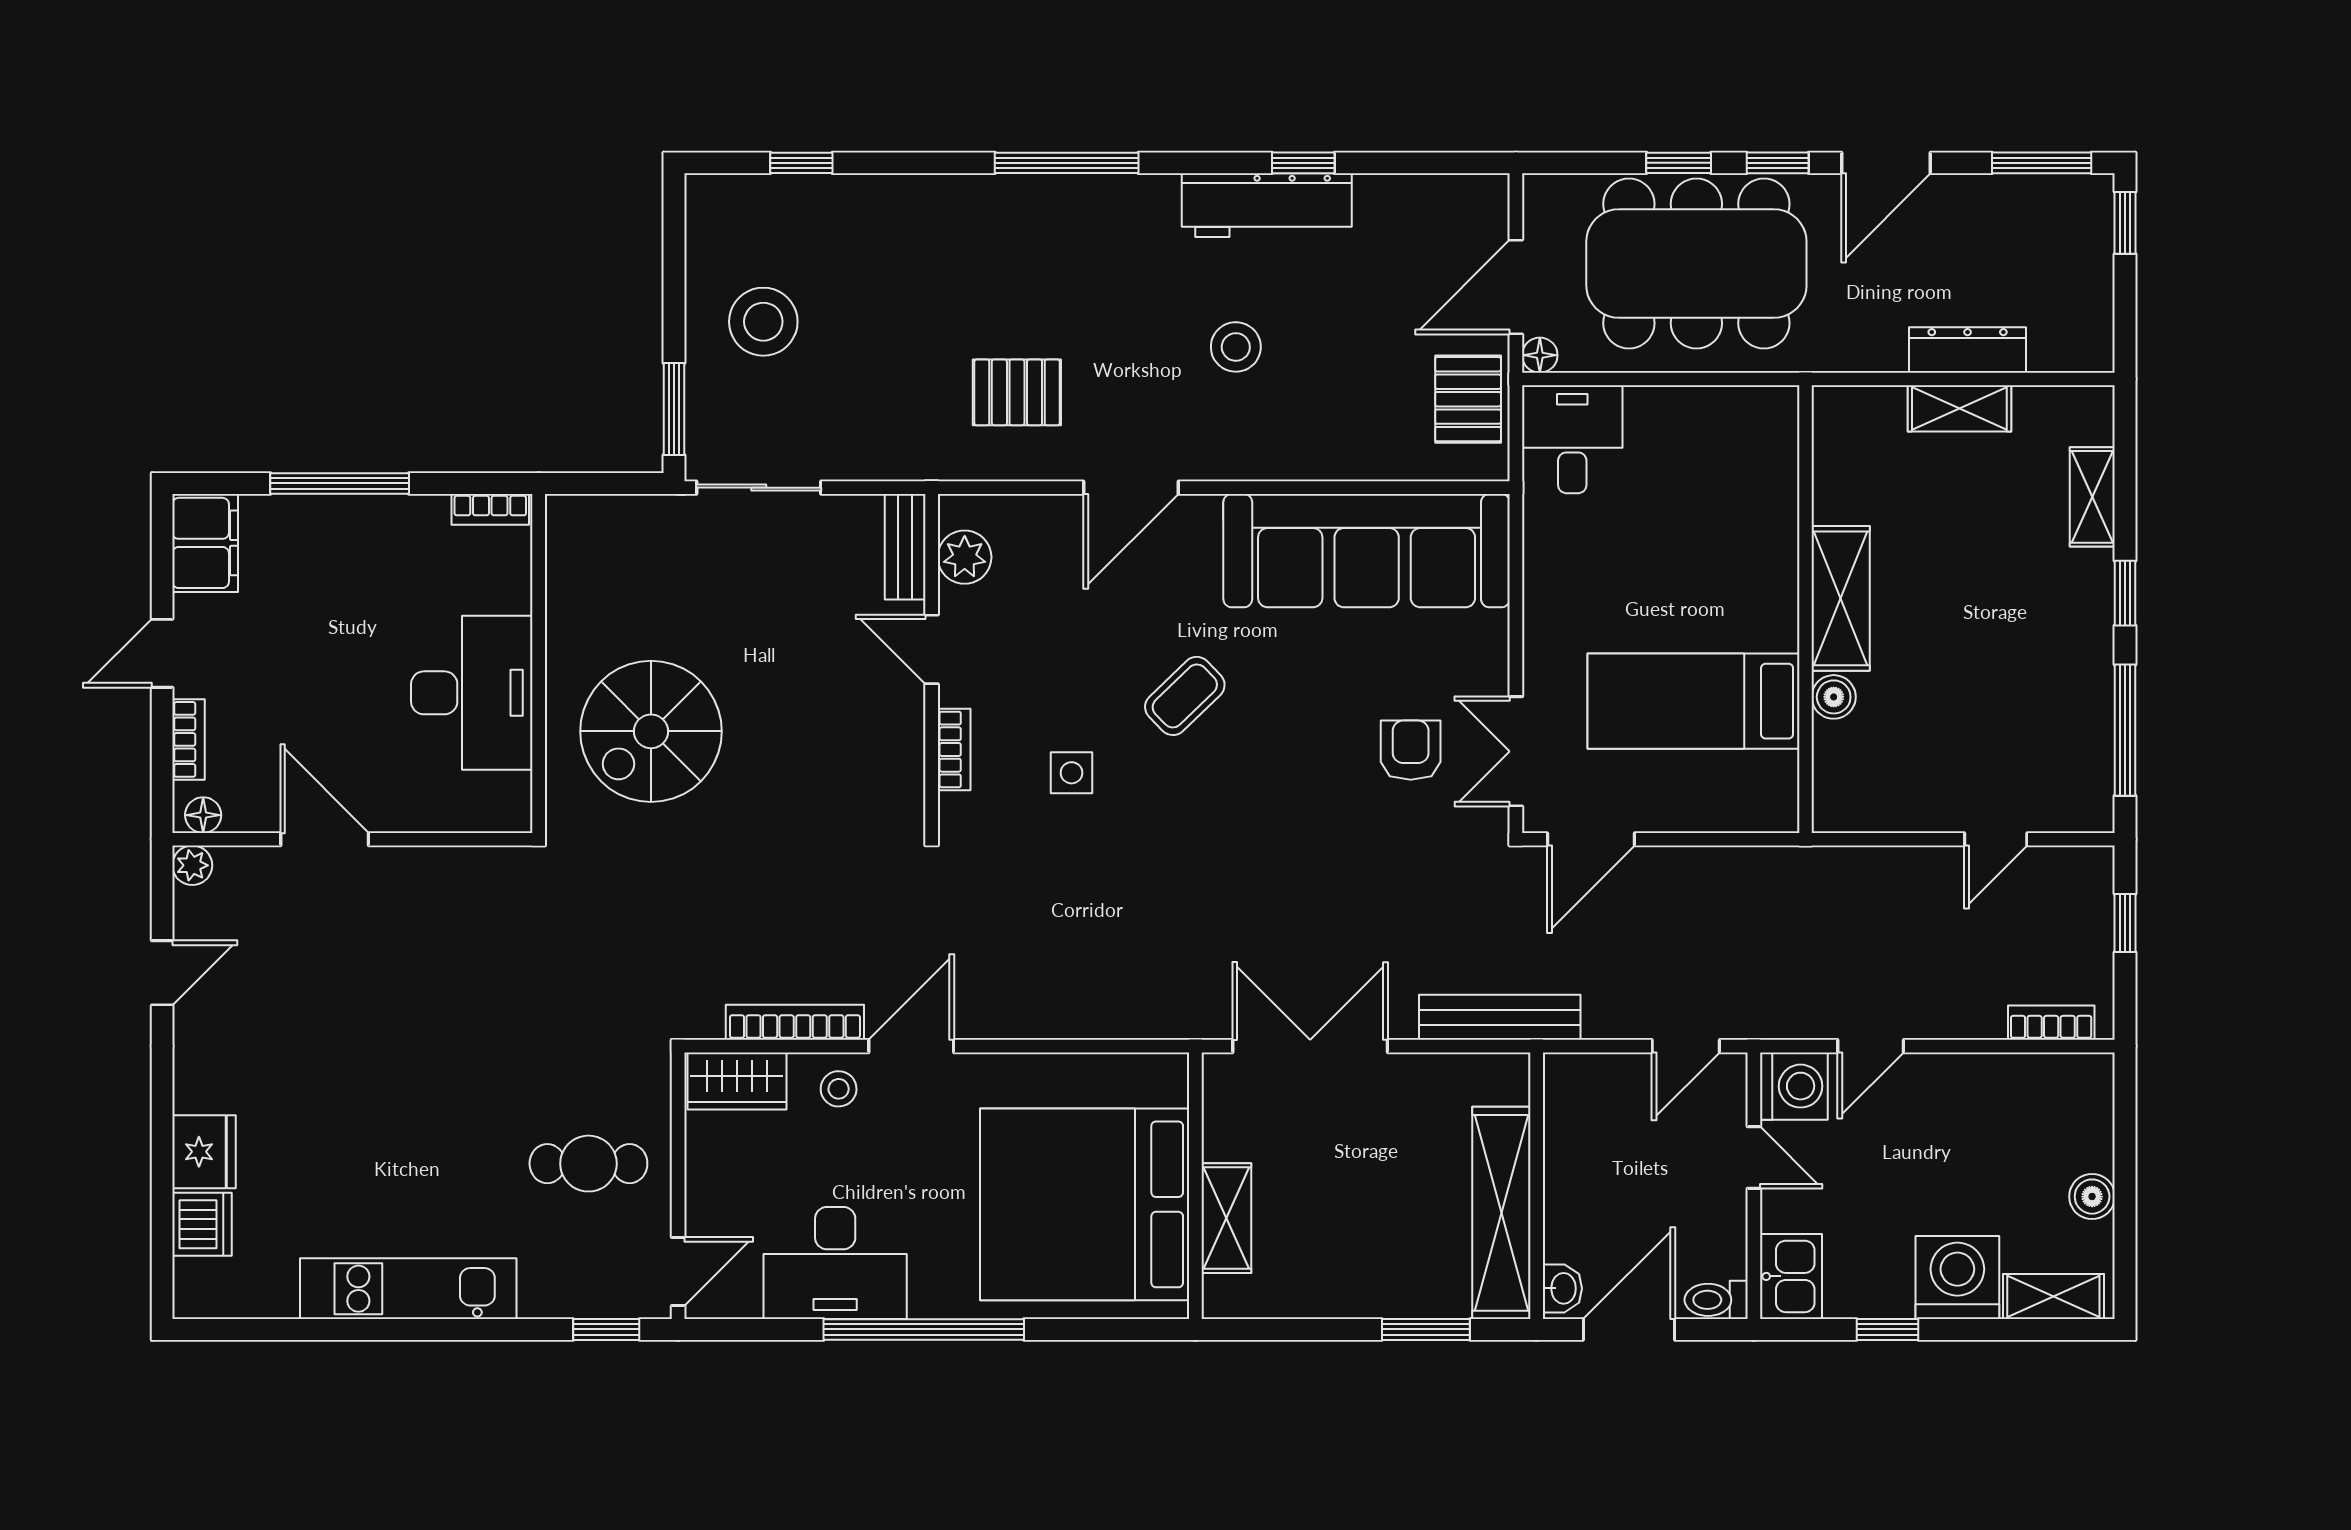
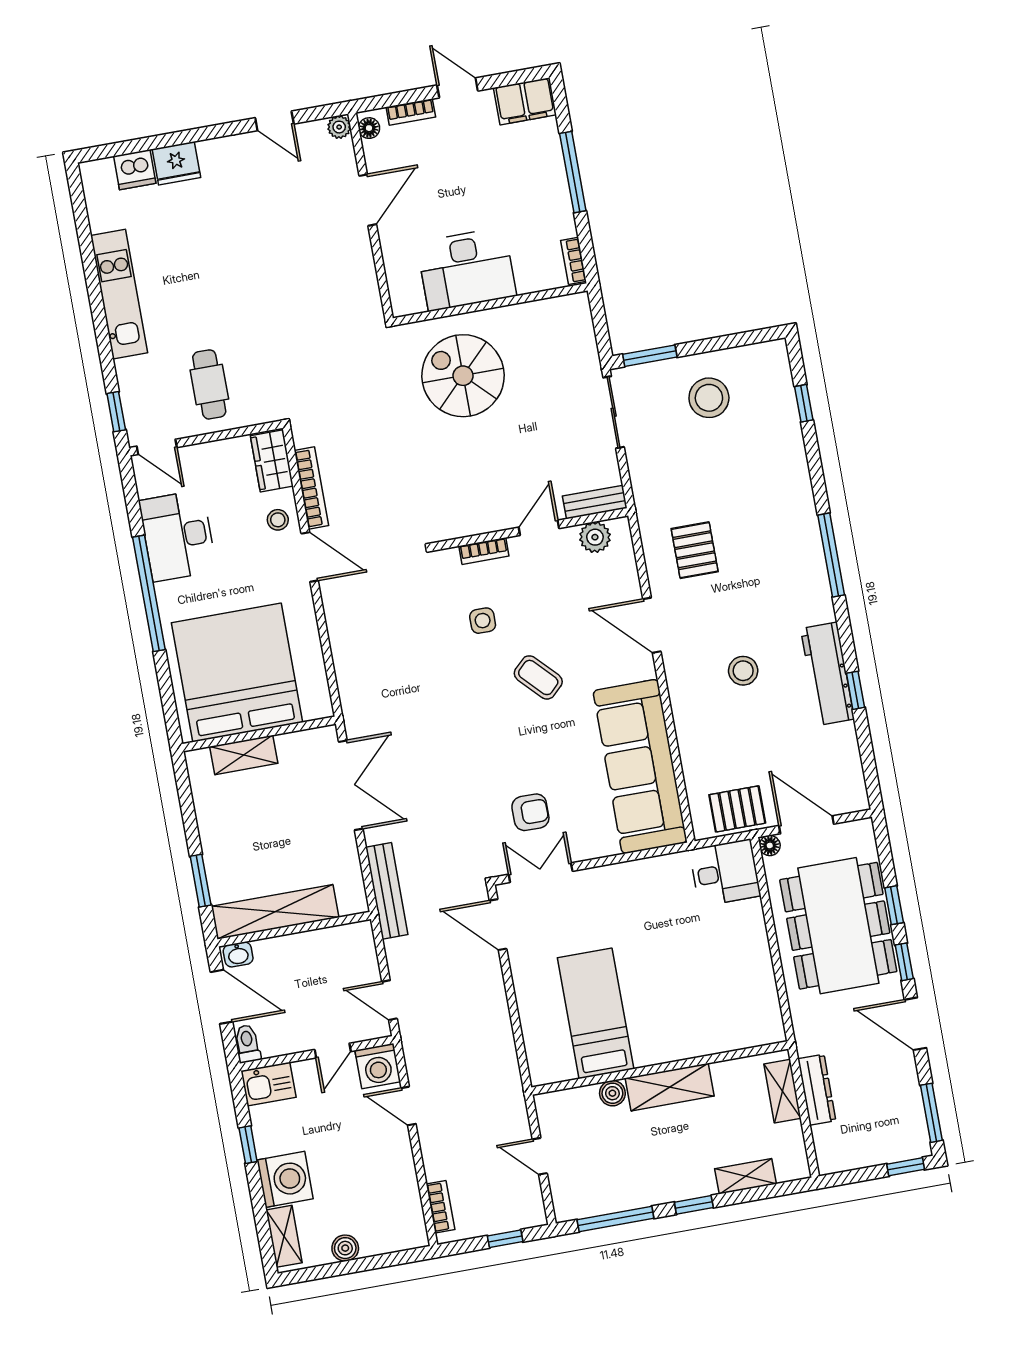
shelving: (1841, 598) -> (670, 1087), moved
wall: (1806, 609) -> (660, 1068), moved
boiler: (1834, 697) -> (612, 1093), moved
bed: (1693, 701) -> (596, 1013), moved

